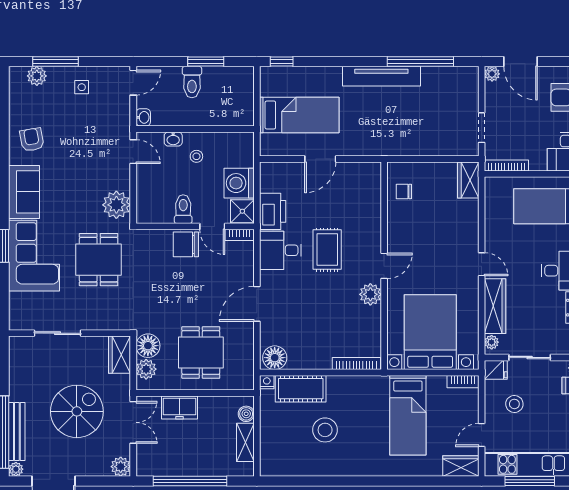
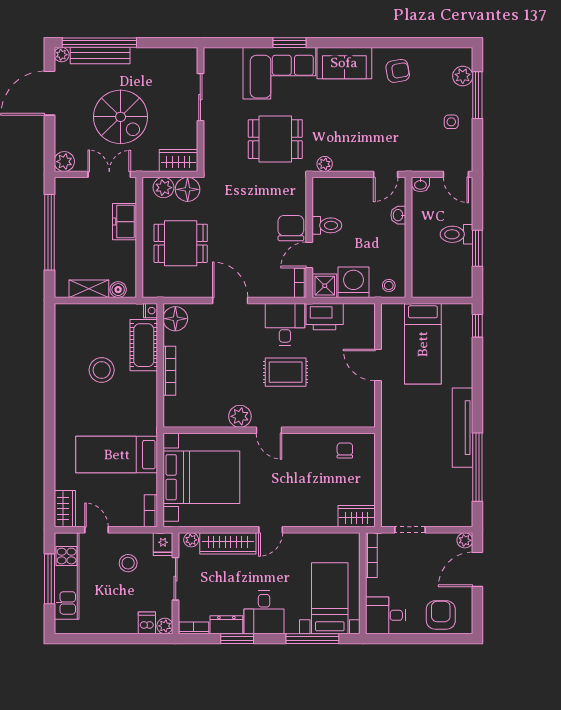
stool: (196, 156) -> (389, 286), moved
plant: (116, 205) -> (325, 164), width x0.53, depth x0.53
bookcase: (356, 363) -> (169, 371), moved
double door: (133, 422) -> (109, 174), swing flipped

